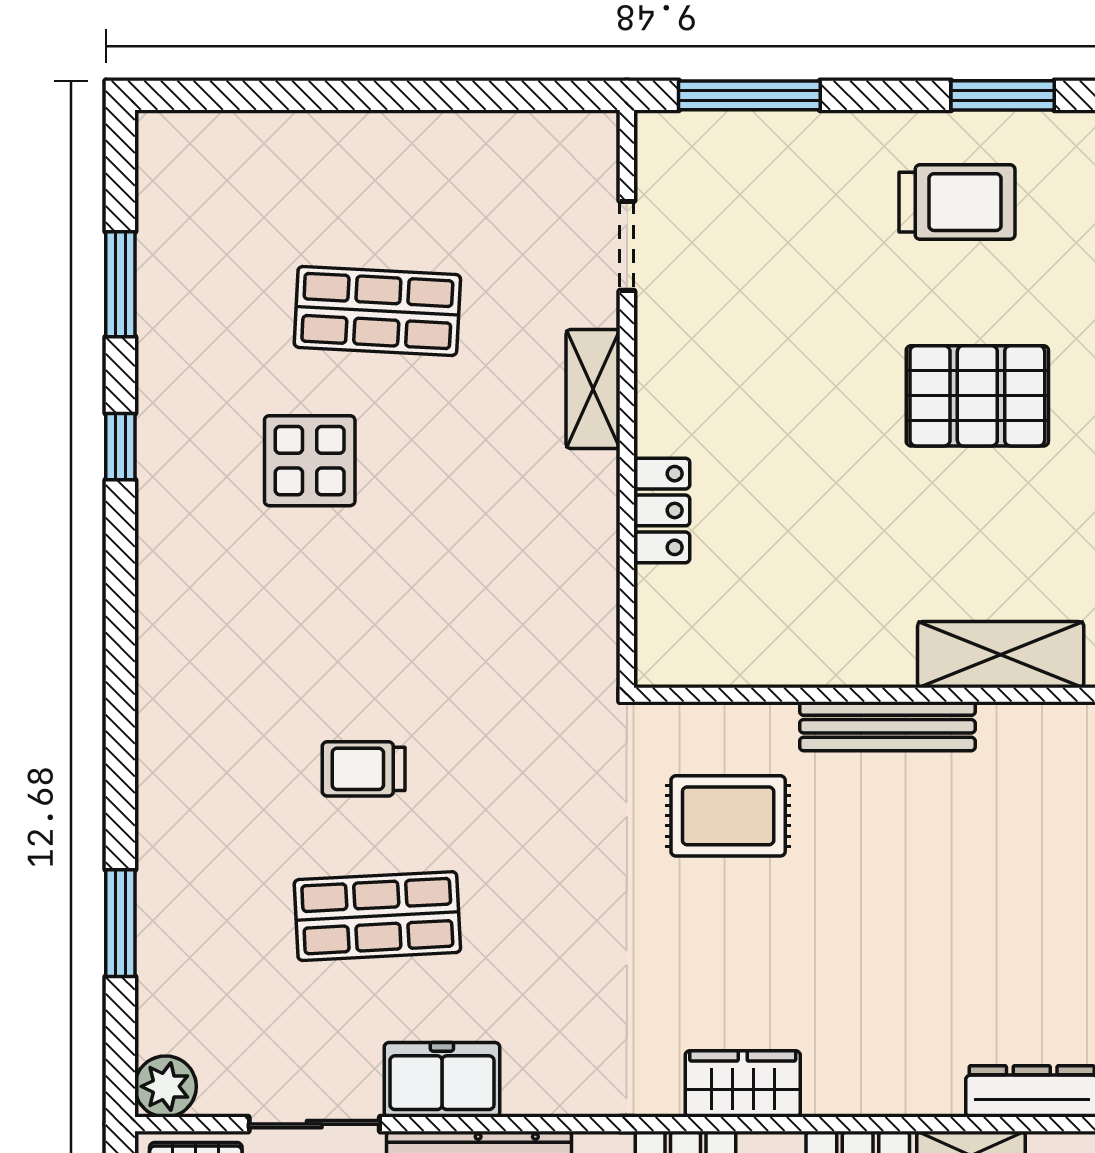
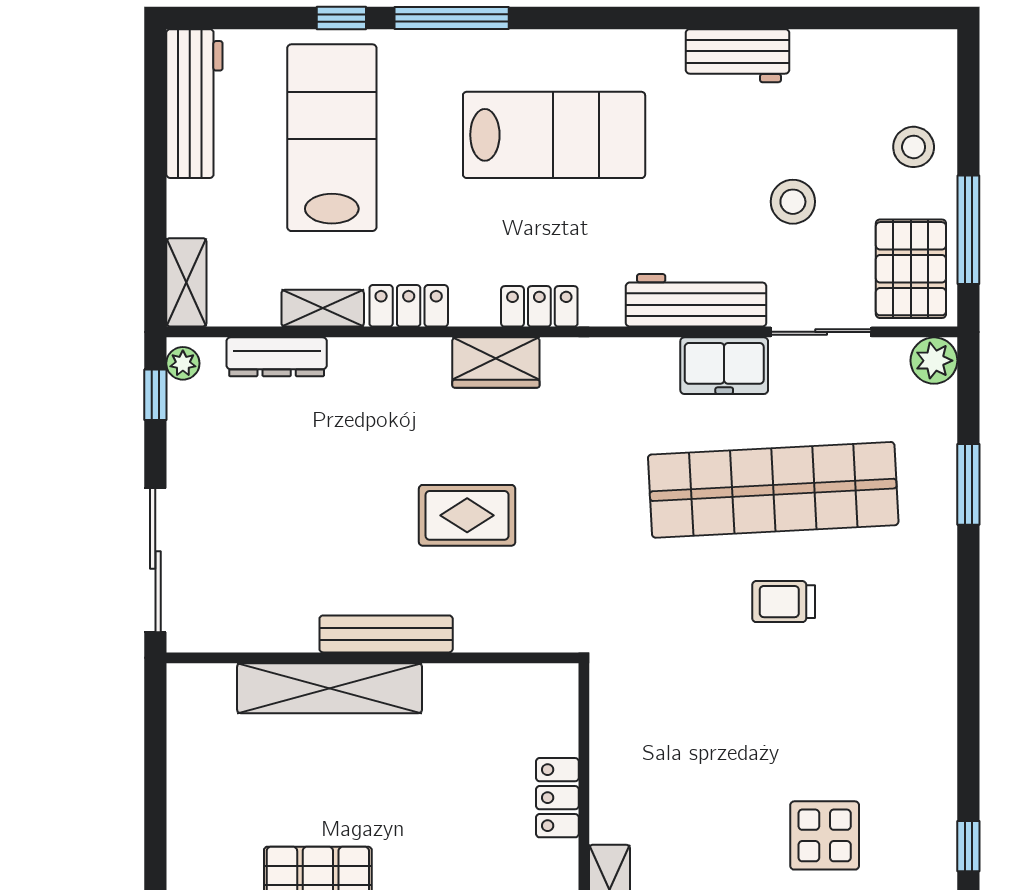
shelving: (1001, 655) -> (330, 688), width x1.47
trolley: (364, 769) -> (784, 602), turned 180
rug: (728, 816) -> (467, 515), moved
shop shelf: (377, 916) -> (773, 490), width x2.00, depth x1.36

